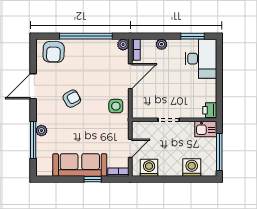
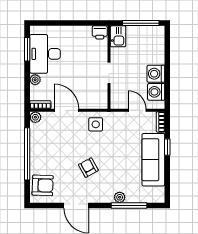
desk: (201, 59) -> (45, 54), moved, turned -90
washing machine: (192, 168) -> (156, 74), moved

